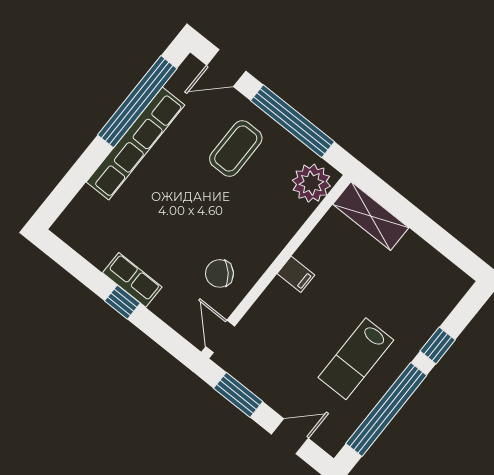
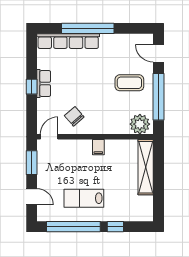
window: (137, 102) -> (88, 28), moved
row of seats: (136, 143) -> (68, 41), moved
shelving: (371, 216) -> (146, 167), width x1.47

